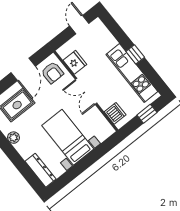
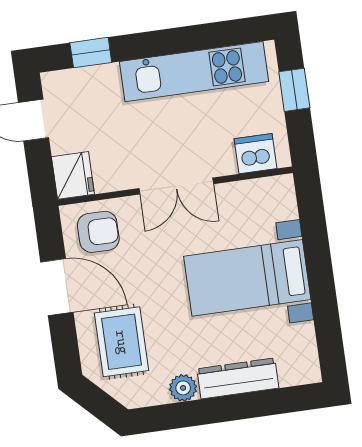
window: (135, 54) -> (91, 53), moved
fridge: (75, 62) -> (73, 175), moved, turned 90
dresser: (41, 170) -> (238, 378), moved

